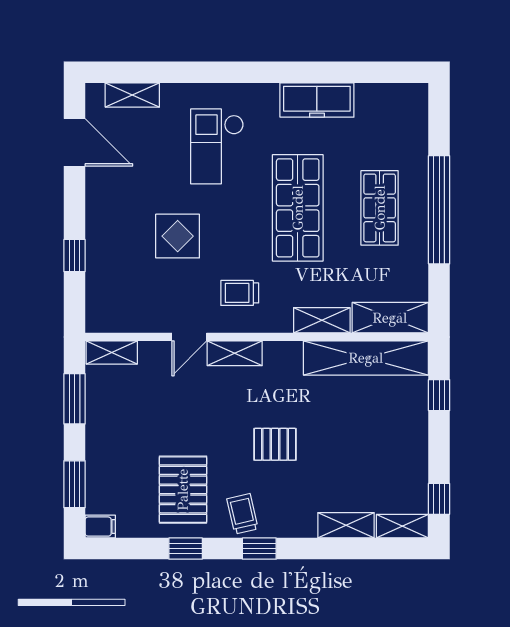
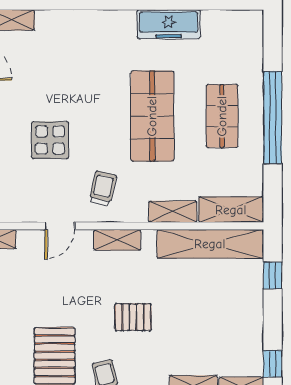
checkout: (217, 146) -> (84, 64), removed
trolley: (240, 293) -> (103, 188), turned 103
shelving: (235, 353) -> (117, 240), moved

